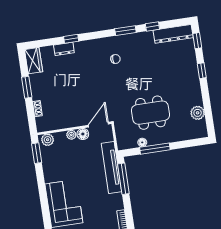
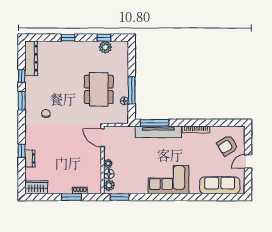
window: (197, 41) -> (104, 38), moved
window: (27, 87) -> (71, 197), moved
floor lamp: (83, 134) -> (109, 174), moved
tv unit: (111, 168) -> (158, 132), moved

